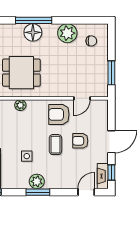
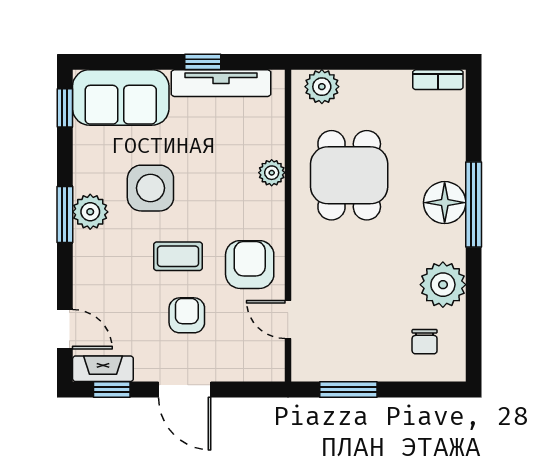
side table: (27, 156) -> (150, 188), width x1.87, depth x1.87

